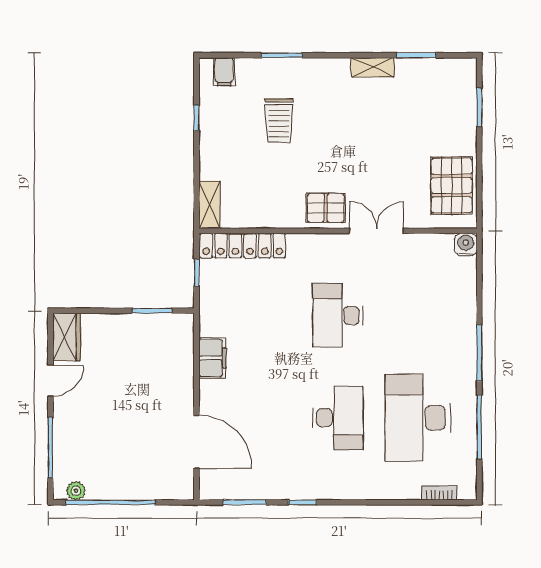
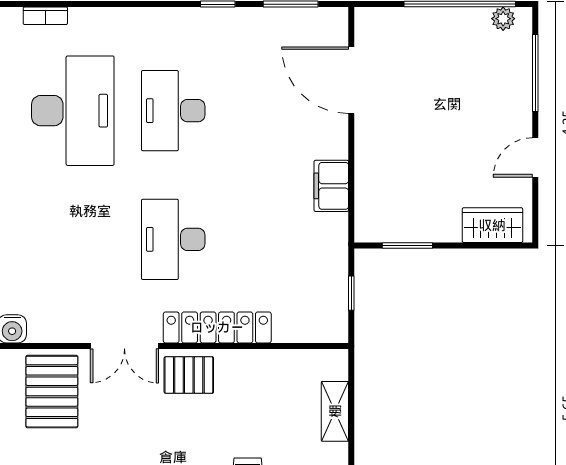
pallet: (452, 185) -> (52, 392), moved
shelving: (210, 205) -> (335, 411), moved
locker: (243, 246) -> (217, 327), moved
desk: (338, 316) -> (173, 239), turned 180
wardrobe: (67, 337) -> (492, 225), moved, turned 90

